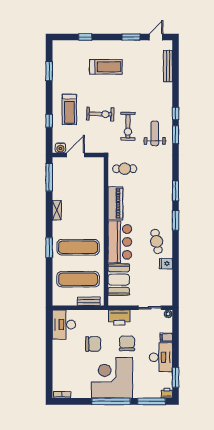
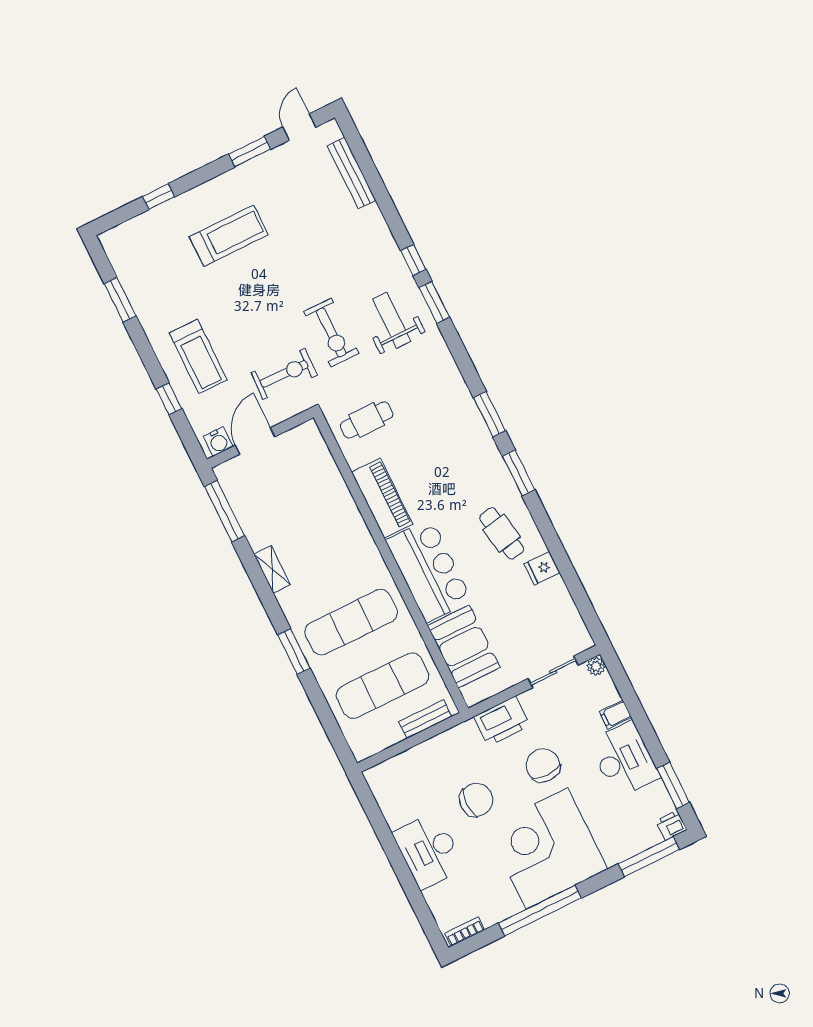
exercise bike: (100, 114) -> (284, 374), moved
desk: (64, 325) -> (429, 850), moved
window: (111, 401) -> (540, 911), moved

